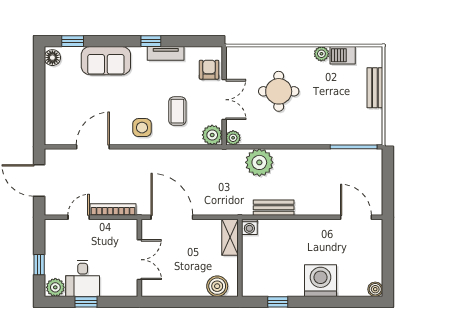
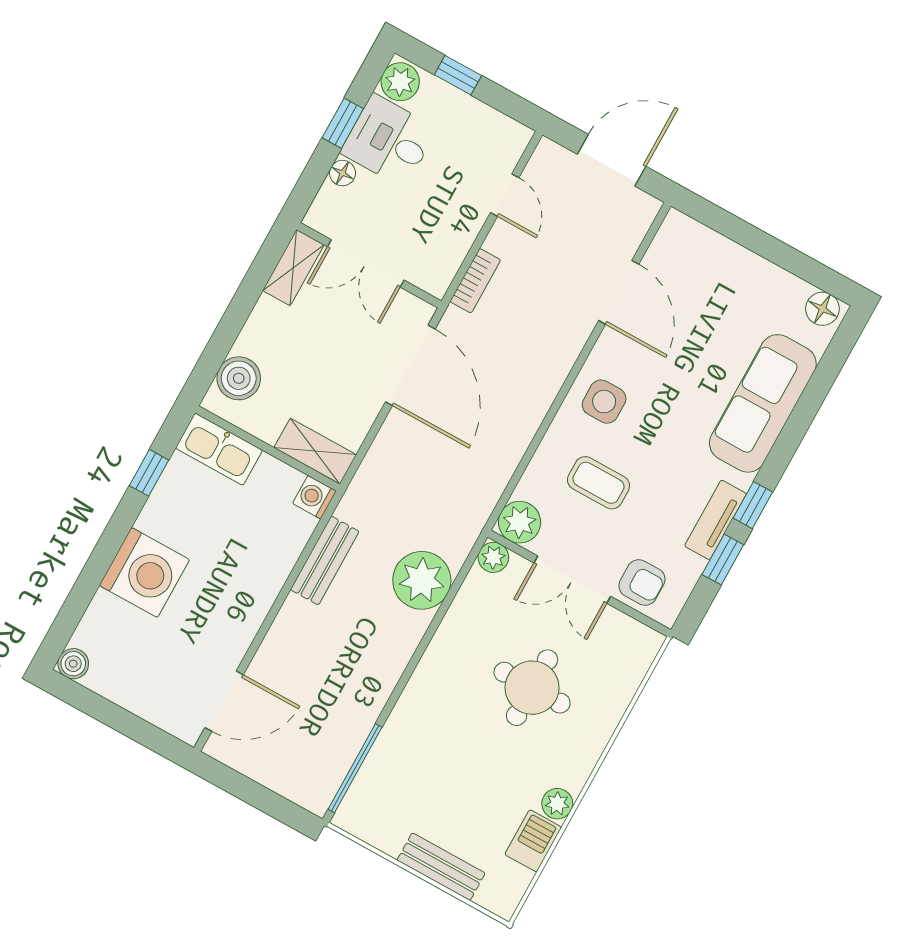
window: (73, 41) -> (723, 560), moved
sofa: (106, 61) -> (763, 403), width x1.36
bookcase: (113, 210) -> (475, 281), width x0.64
door: (172, 217) -> (410, 365), hinge flipped
kitchen sink: (251, 278) -> (219, 449), added
shelving: (158, 289) -> (293, 268), added
floor lamp: (107, 290) -> (342, 173), added

